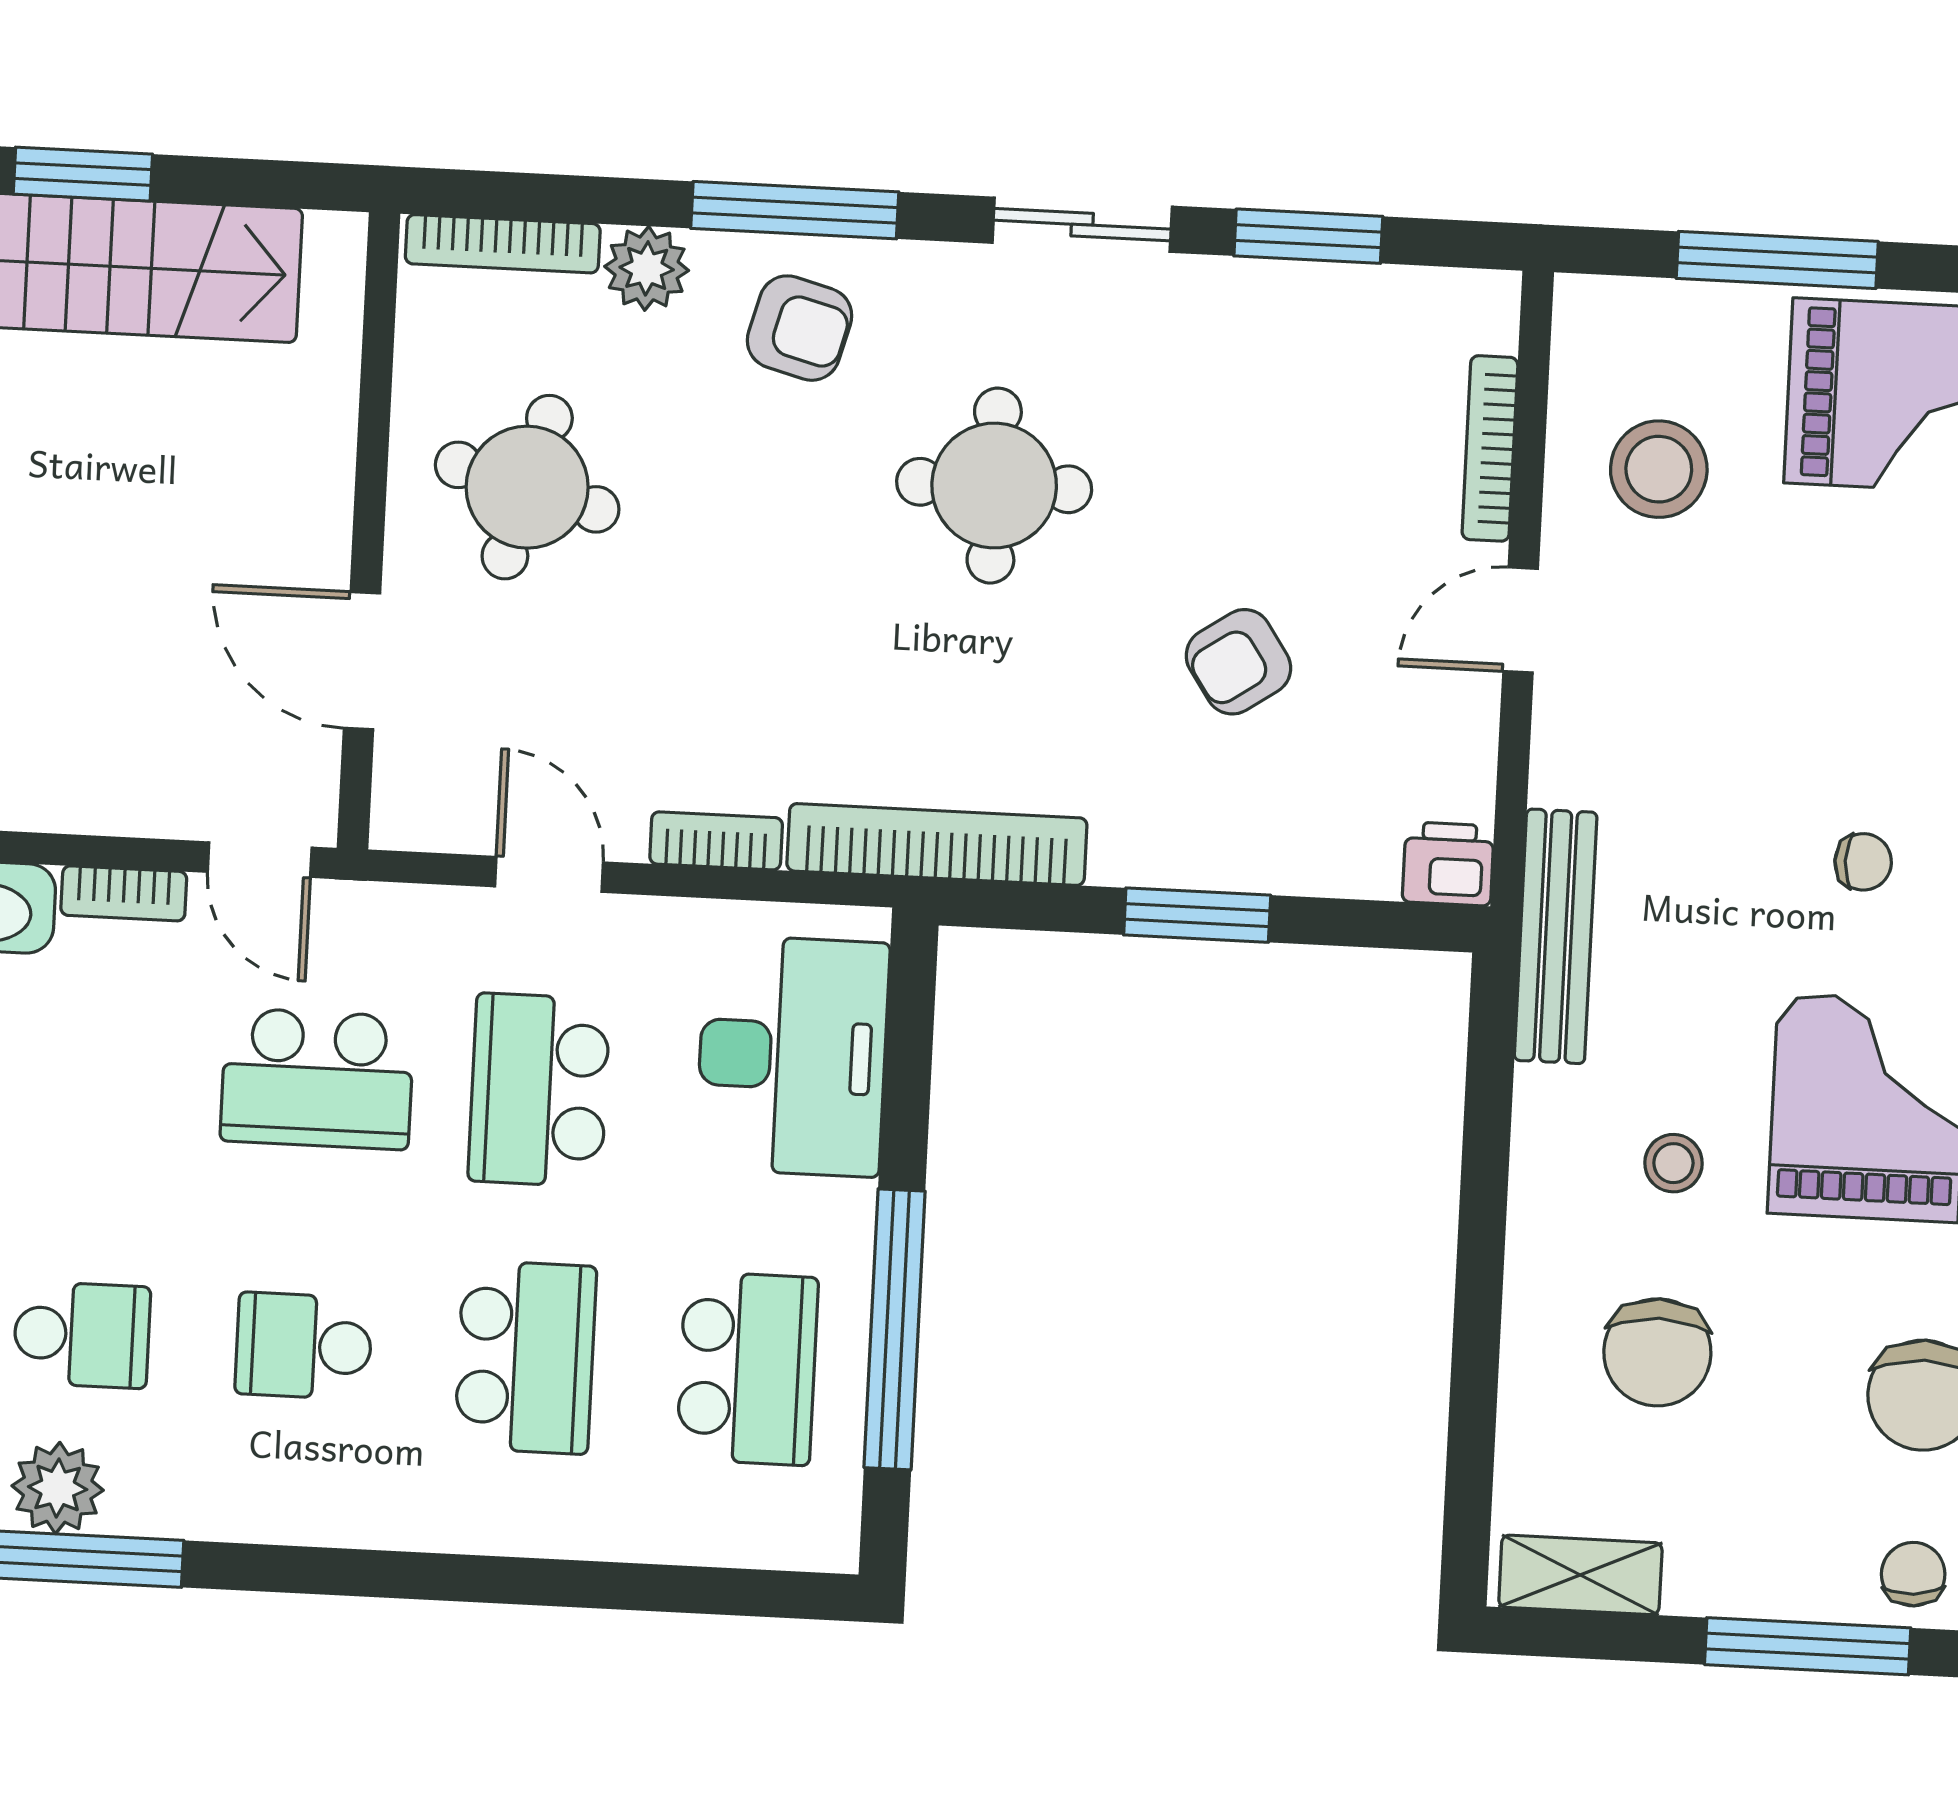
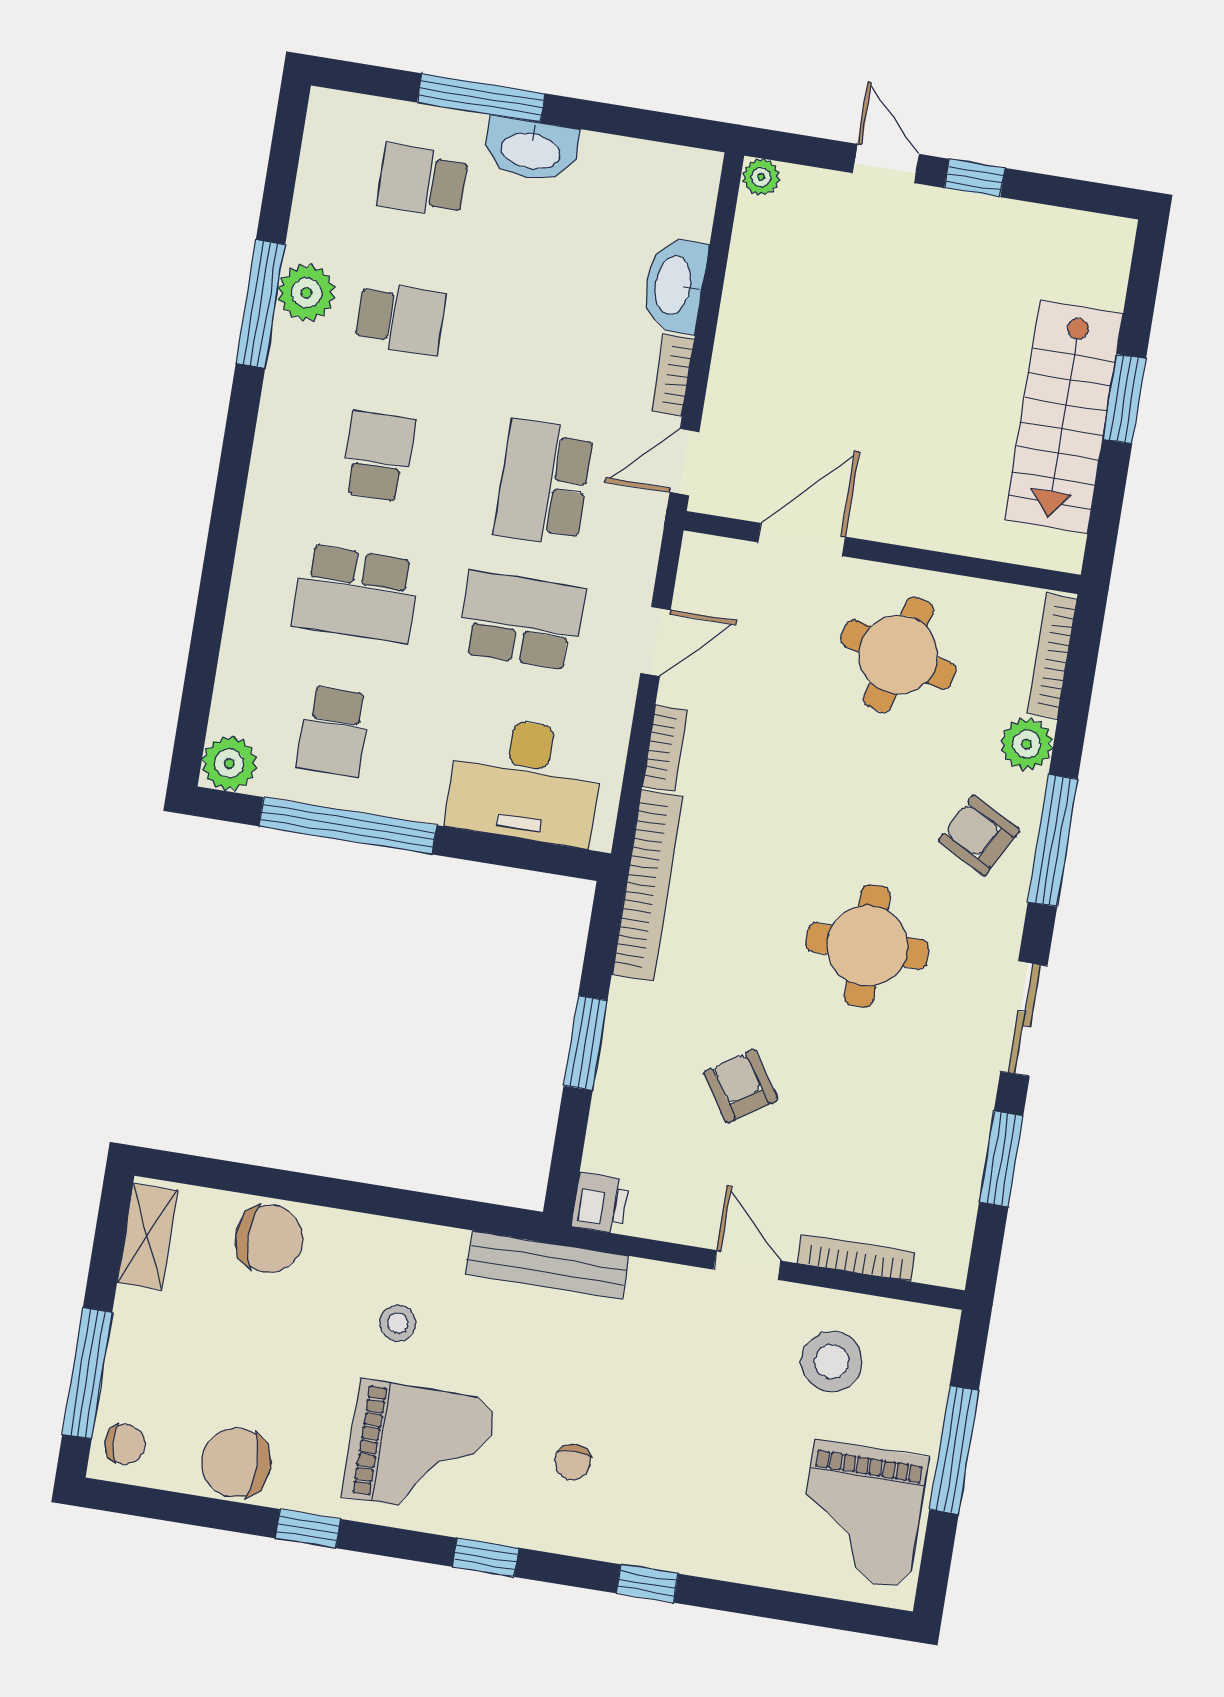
armchair: (800, 328) -> (979, 835), turned 103
school desk: (82, 1335) -> (400, 318), turned -90
chair: (1657, 1352) -> (269, 1239), moved, turned 180
school desk: (747, 1368) -> (334, 731), width x0.54
plant: (817, 1528) -> (229, 763), added

